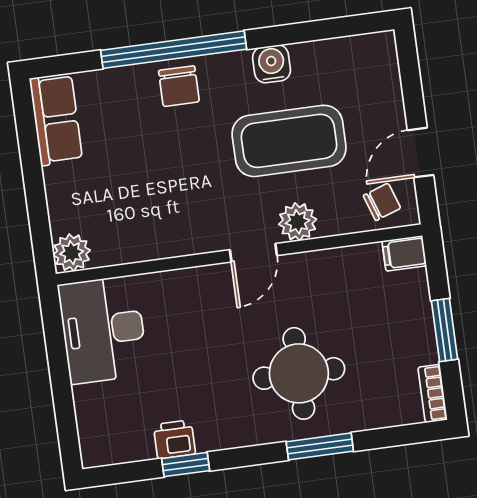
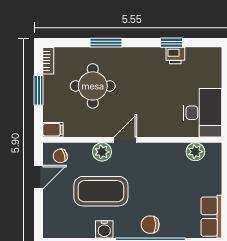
chair: (179, 86) -> (150, 225), turned -90
plant: (72, 253) -> (195, 152), moved
round table: (299, 373) -> (93, 86), moved

